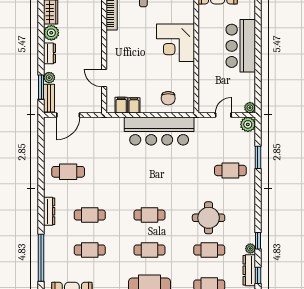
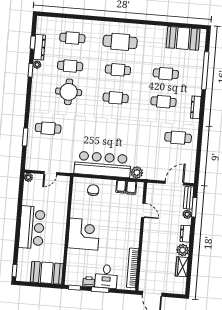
plant: (248, 124) -> (137, 172), moved

